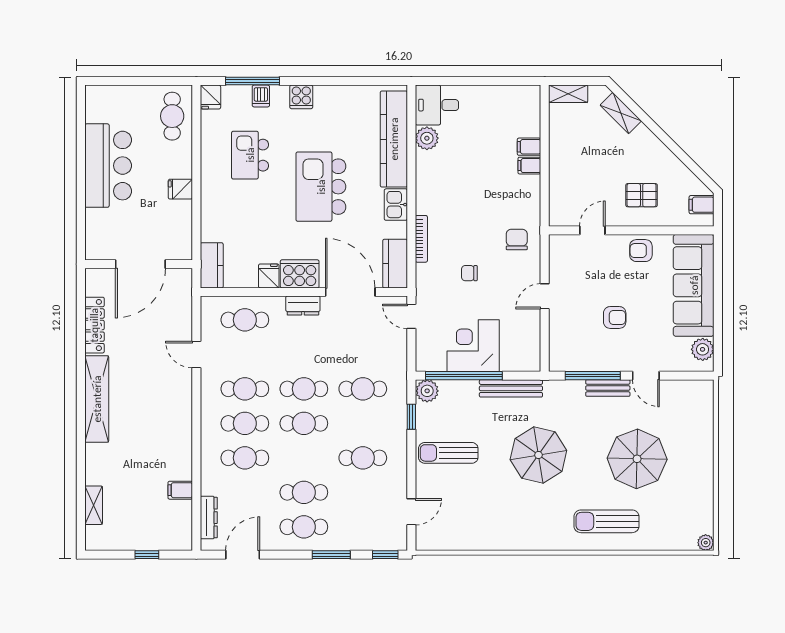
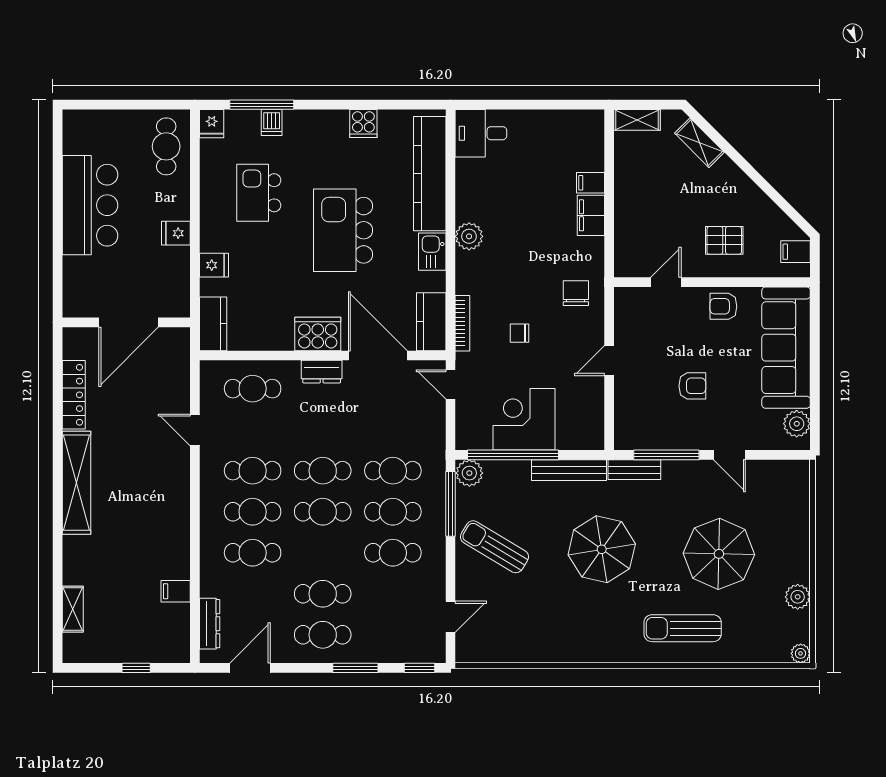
cooker: (301, 97) -> (363, 124), moved
plant: (427, 138) -> (469, 236), moved
filing cabinet: (529, 166) -> (591, 215), width x2.00
bookcase: (421, 239) -> (462, 323), moved
fridge: (269, 276) -> (214, 265), moved, turned 90
bench: (608, 388) -> (634, 470), moved
window: (411, 417) -> (451, 504), width x2.17
cafe table: (363, 423) -> (393, 512), added
sun lounger: (448, 453) -> (494, 547), turned 31
plant: (703, 495) -> (798, 597), added

